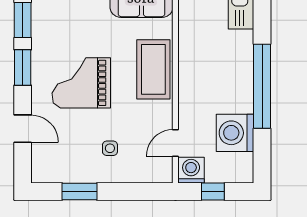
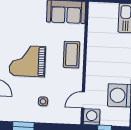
coffee table: (153, 69) -> (71, 55), width x0.73, depth x0.76

